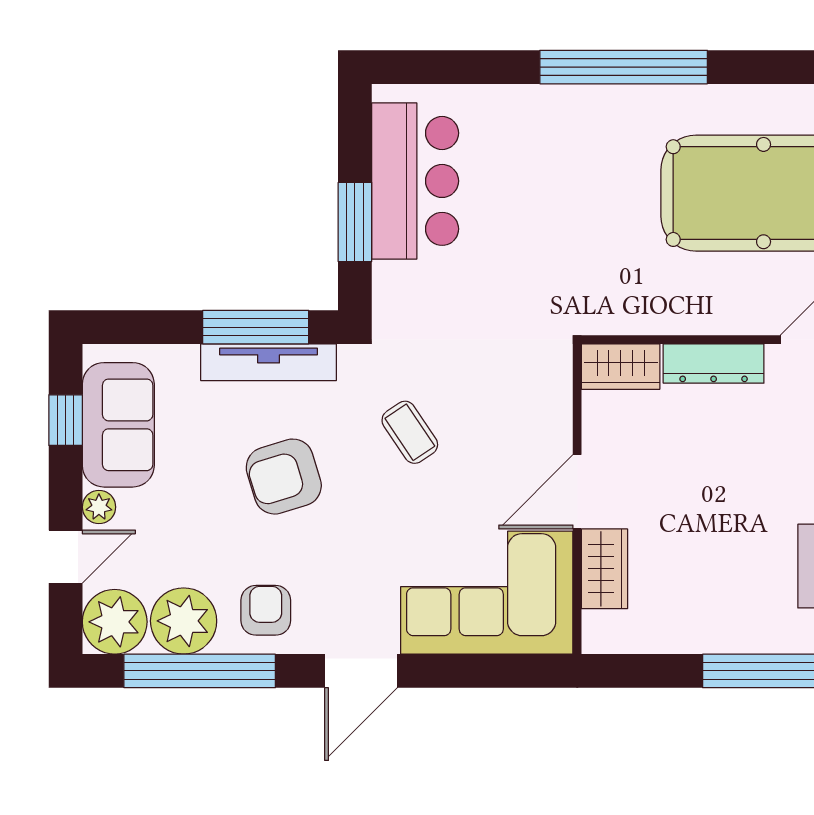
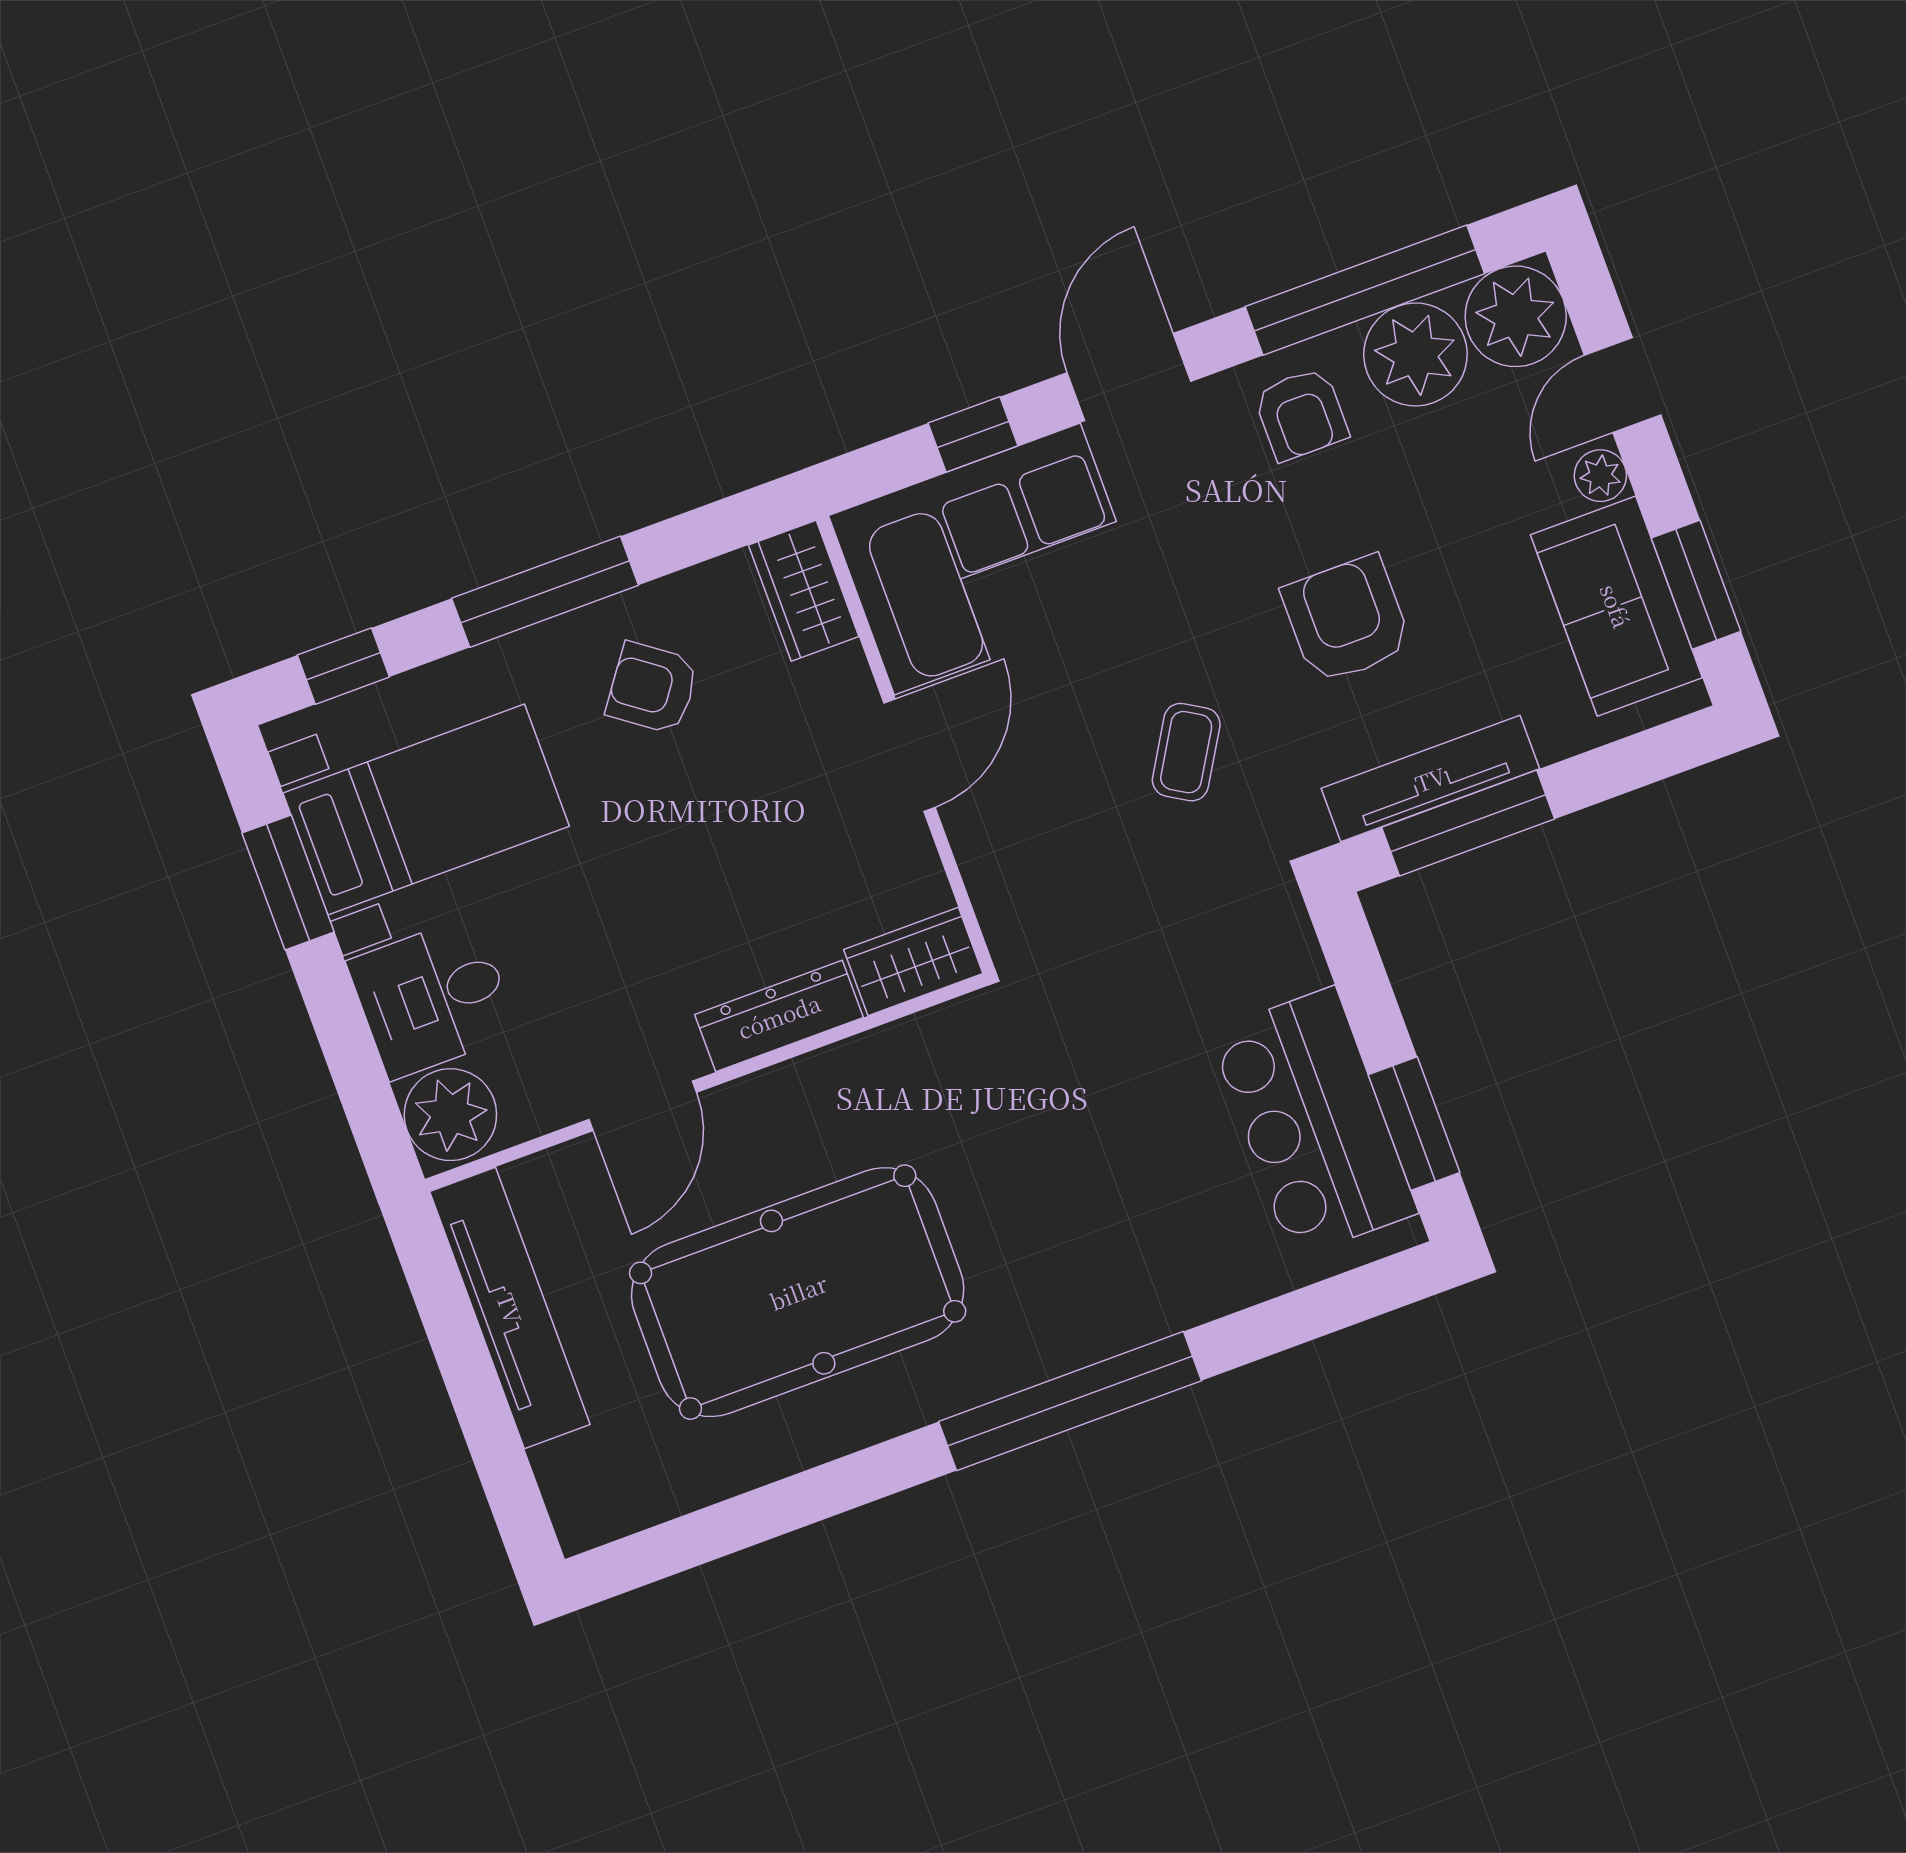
window: (355, 222) -> (1414, 1124), moved
window: (66, 420) -> (1696, 585), width x1.50
coffee table: (410, 432) -> (1186, 752), turned 65
armchair: (284, 477) -> (1347, 620), turned -73
wardrobe: (604, 569) -> (804, 591), moved
armchair: (717, 589) -> (652, 688), added
window: (468, 671) -> (973, 434), added

